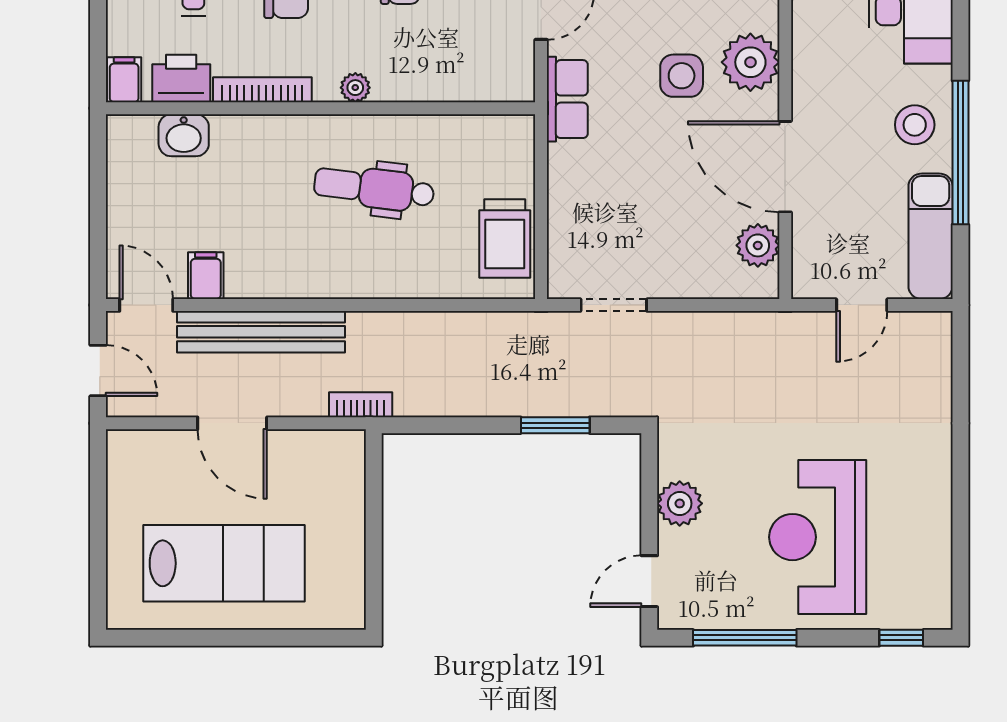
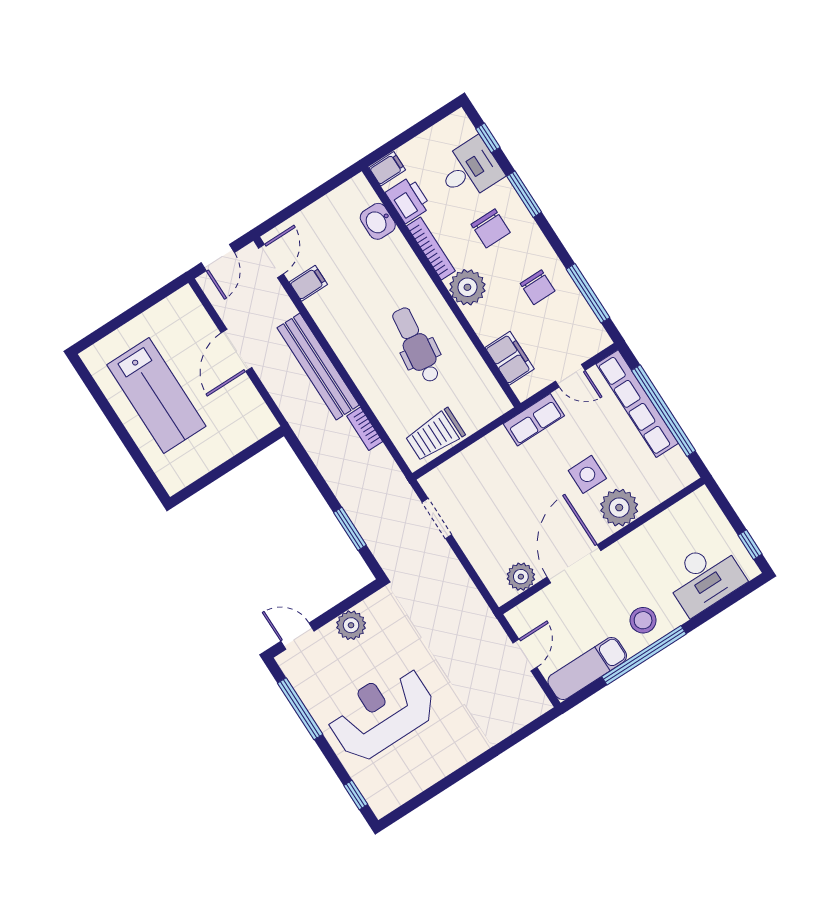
filing cabinet: (468, 79) -> (510, 358), added
plant: (355, 88) -> (467, 287), width x1.87, depth x1.87
door: (862, 305) -> (525, 655), swing flipped
bench: (261, 332) -> (318, 366), moved
bookcase: (361, 405) -> (365, 429), moved, turned 180

